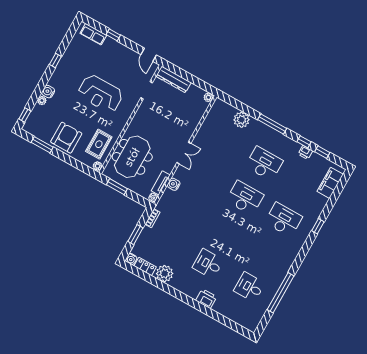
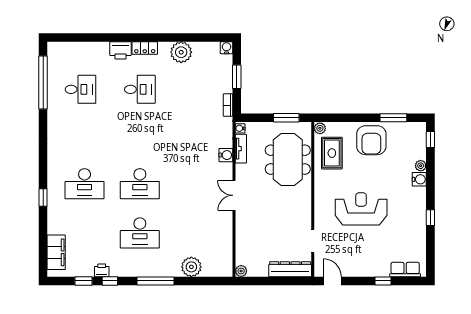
locker: (145, 266) -> (145, 48), moved
window: (281, 293) -> (43, 83), moved

